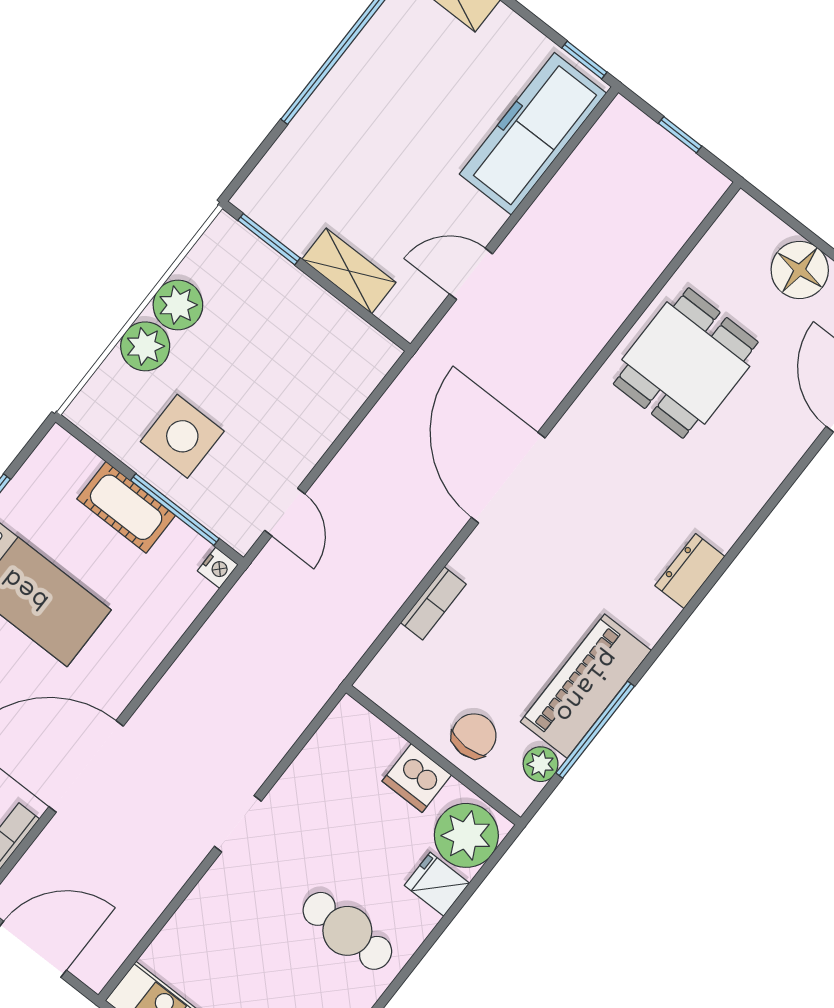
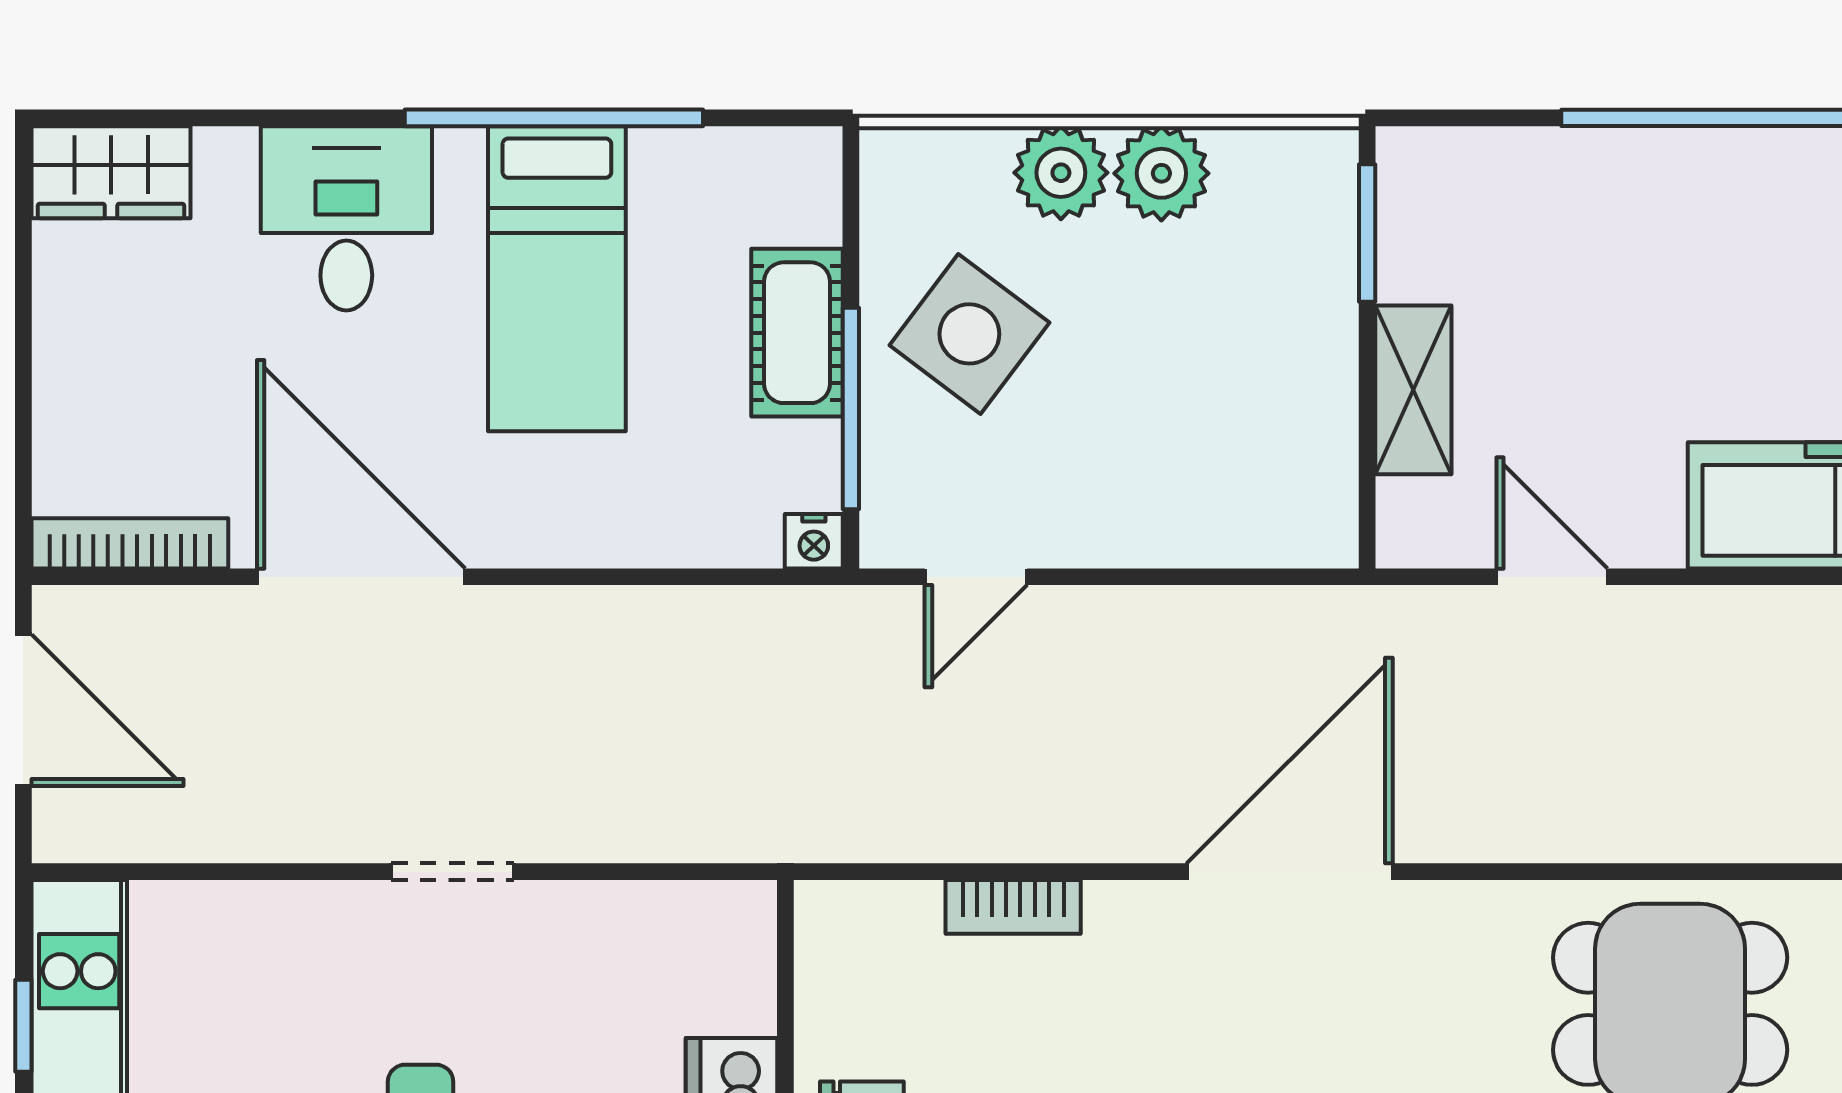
side table: (182, 436) -> (969, 334), turned 37

